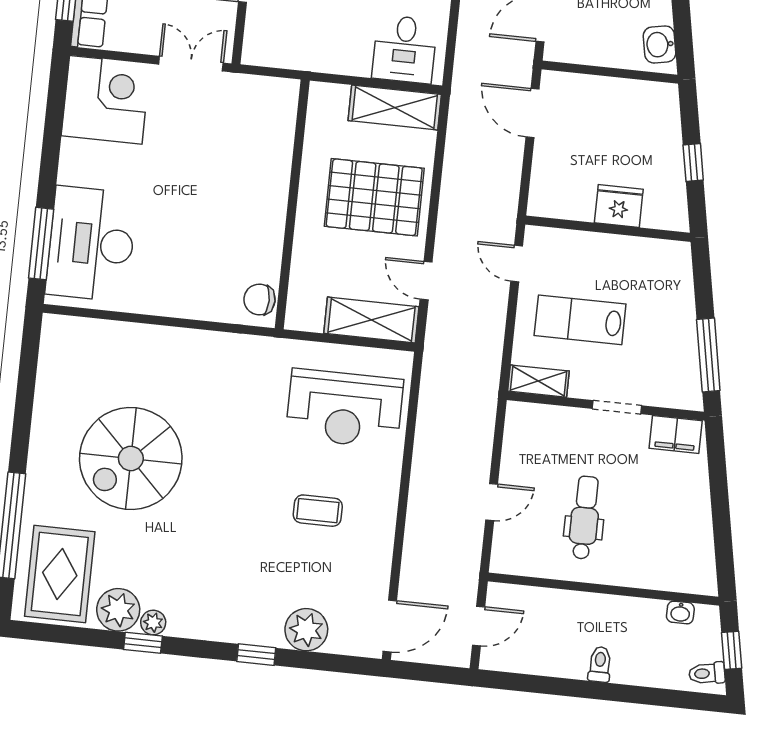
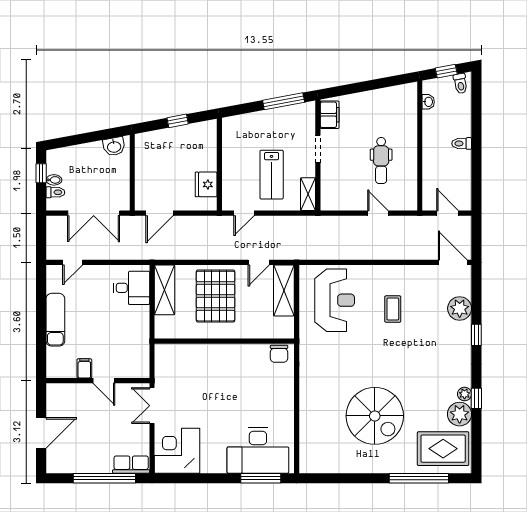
fridge: (619, 206) -> (206, 184), moved
dental chair: (585, 518) -> (381, 160), turned -90

